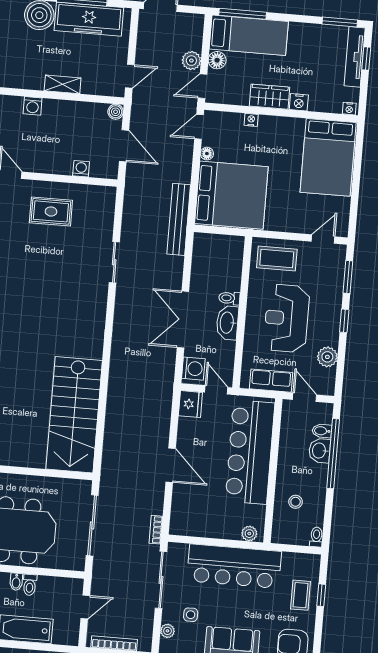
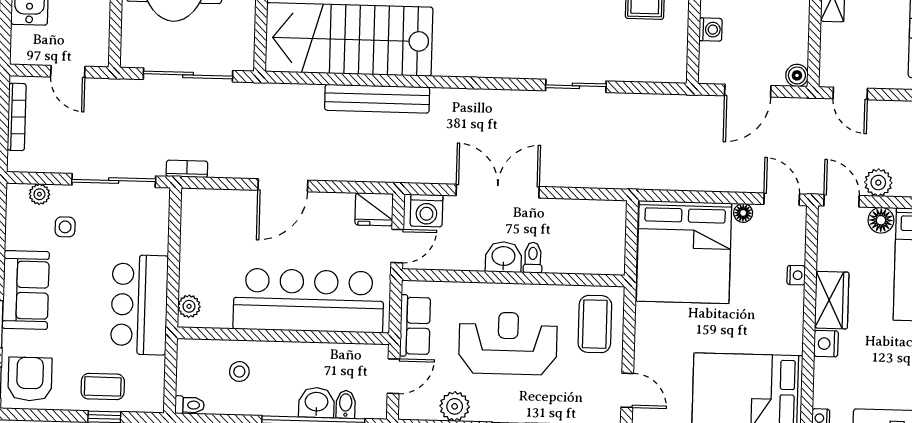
bench: (179, 219) -> (377, 99), moved
washbasin: (227, 323) -> (503, 257), width x0.72
bar counter: (234, 566) -> (139, 305), width x0.73

